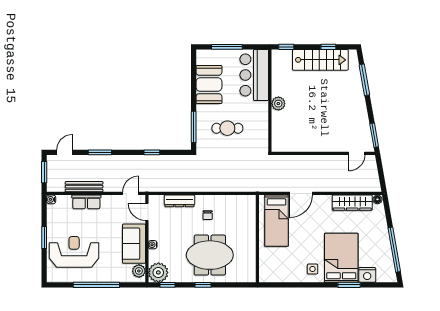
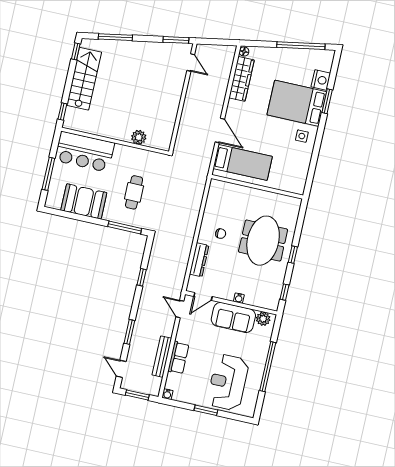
window: (328, 47) -> (76, 51), moved
plant: (278, 104) -> (139, 137), moved
plant: (158, 272) -> (269, 299), removed

